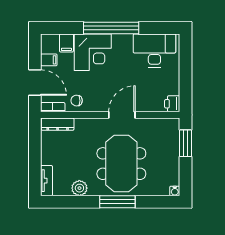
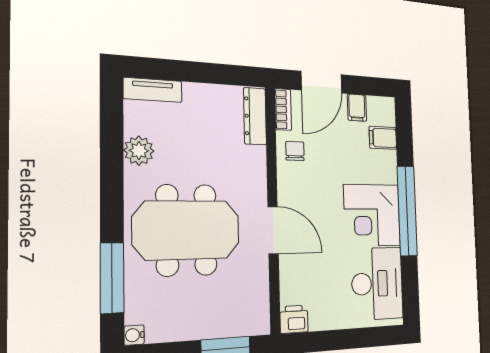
corner desk: (93, 52) -> (372, 215), moved
window: (117, 202) -> (112, 278), moved

